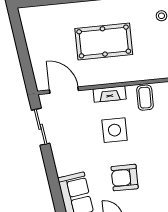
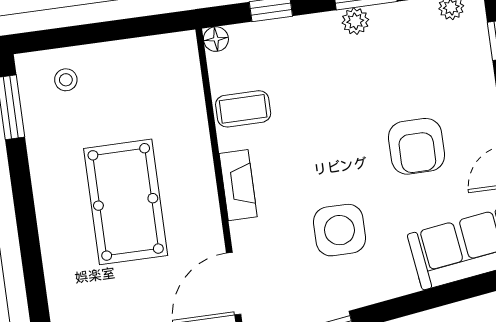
side table: (115, 130) -> (340, 230), moved

